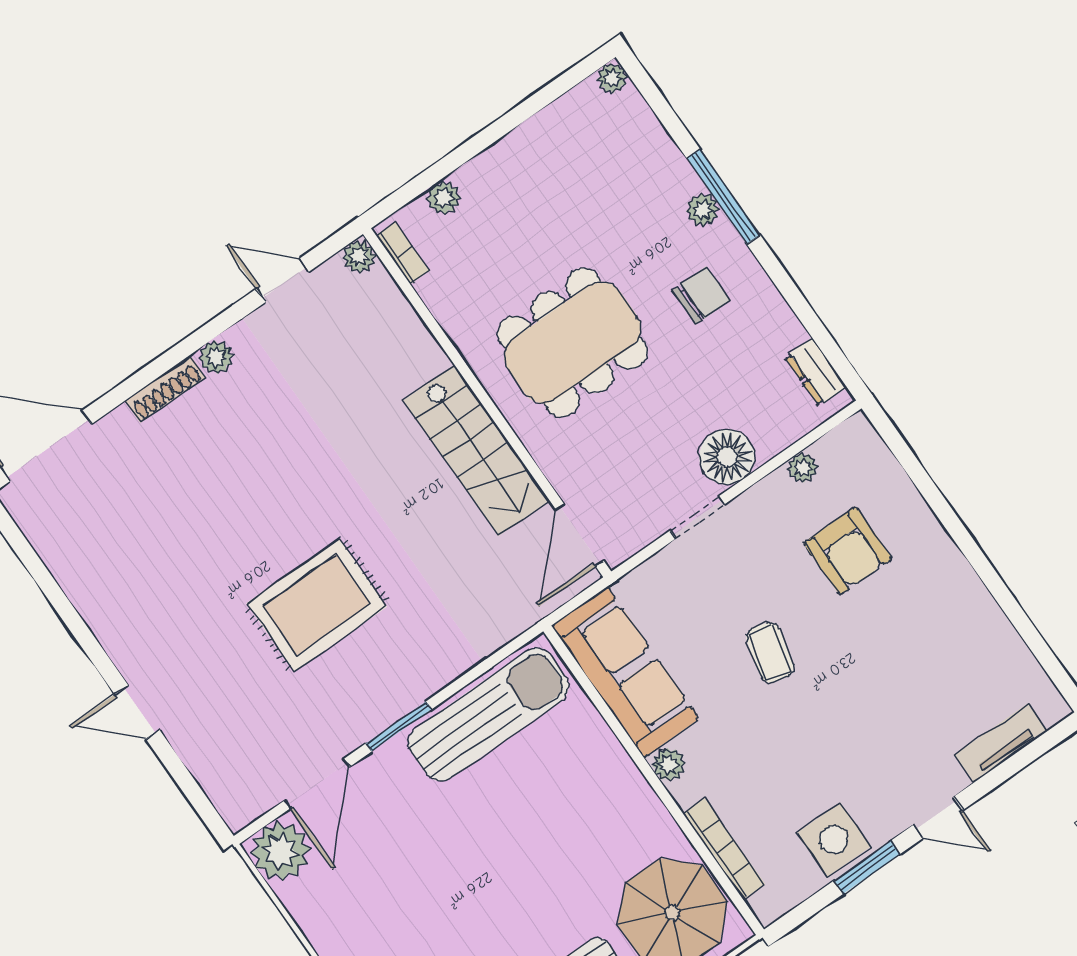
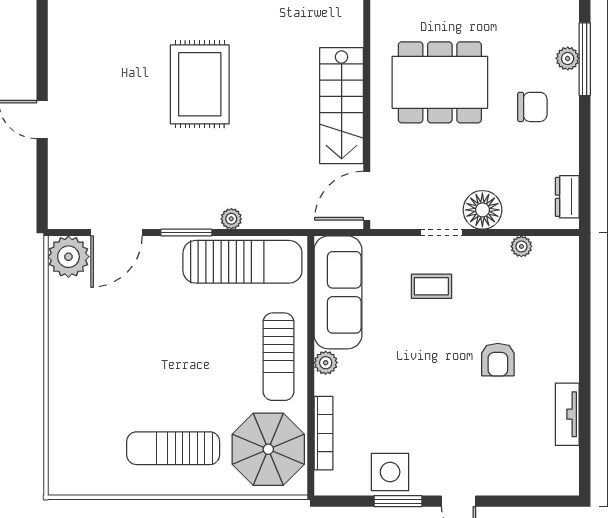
armchair: (848, 551) -> (498, 360), moved, width x0.72, depth x0.72
rug: (317, 605) -> (200, 84), moved, turned 90
coffee table: (770, 652) -> (431, 286), moved, turned 76
plant: (440, 673) -> (231, 219), added
tv unit: (1001, 743) -> (567, 414), moved, turned -90
sun lounger: (609, 796) -> (279, 357), added

